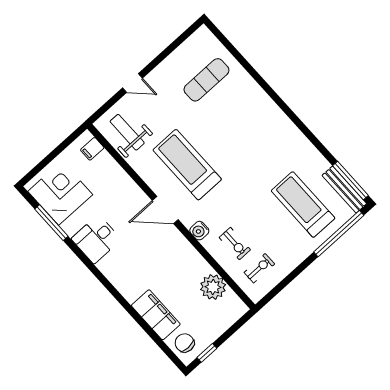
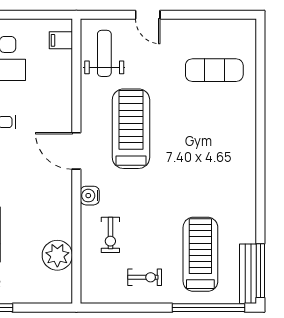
exercise bike: (259, 268) -> (145, 277), moved

